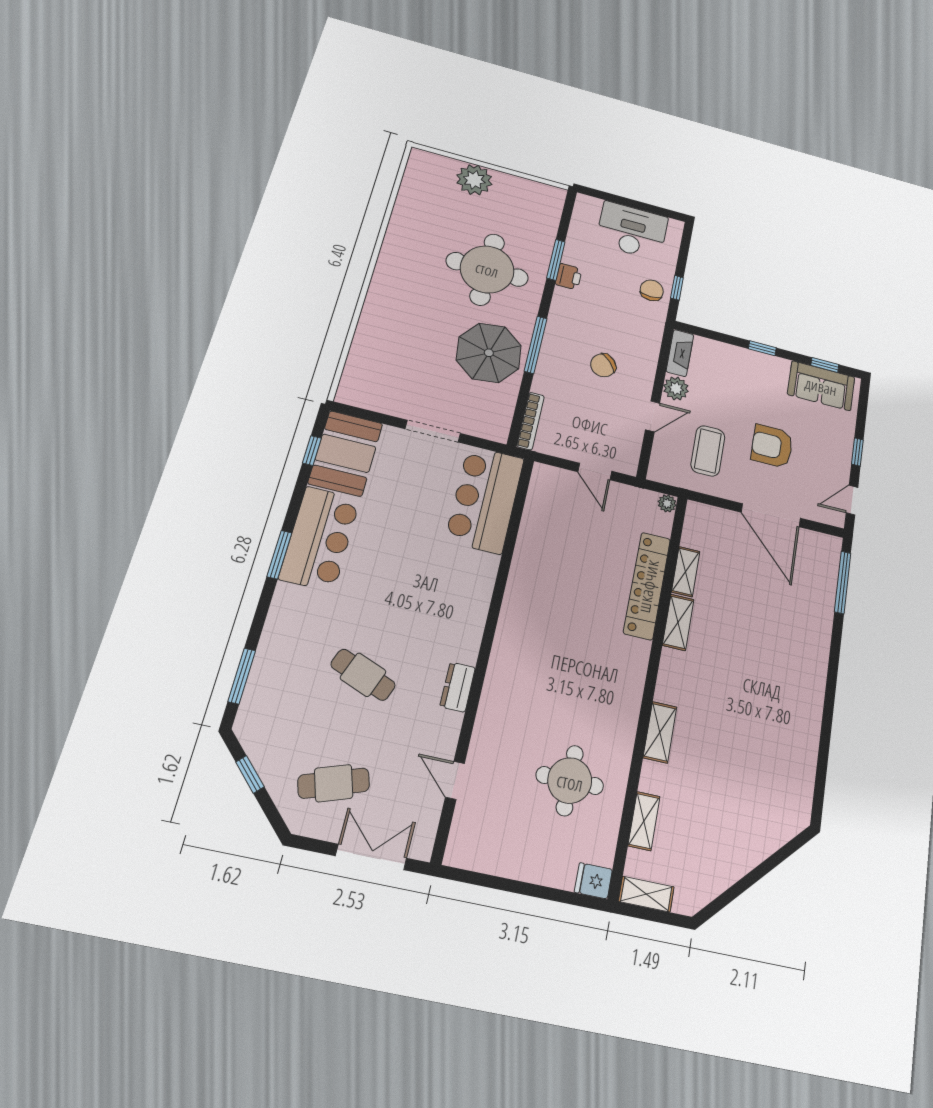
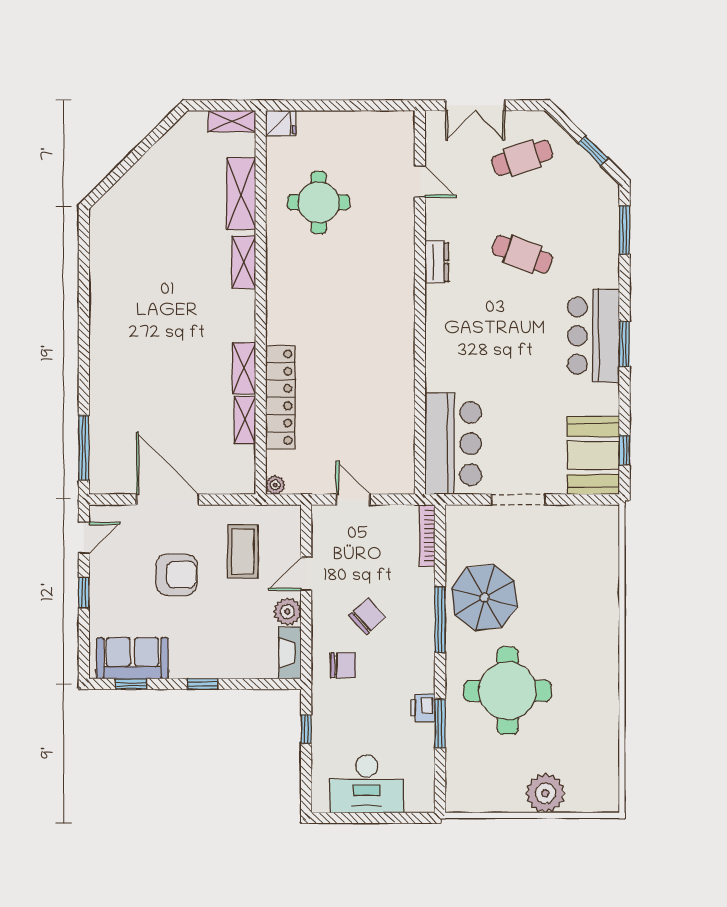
chair: (652, 290) -> (343, 665), moved, turned -90
bar counter: (320, 538) -> (593, 336), moved
shelving: (644, 821) -> (241, 194), width x1.50, depth x1.33

